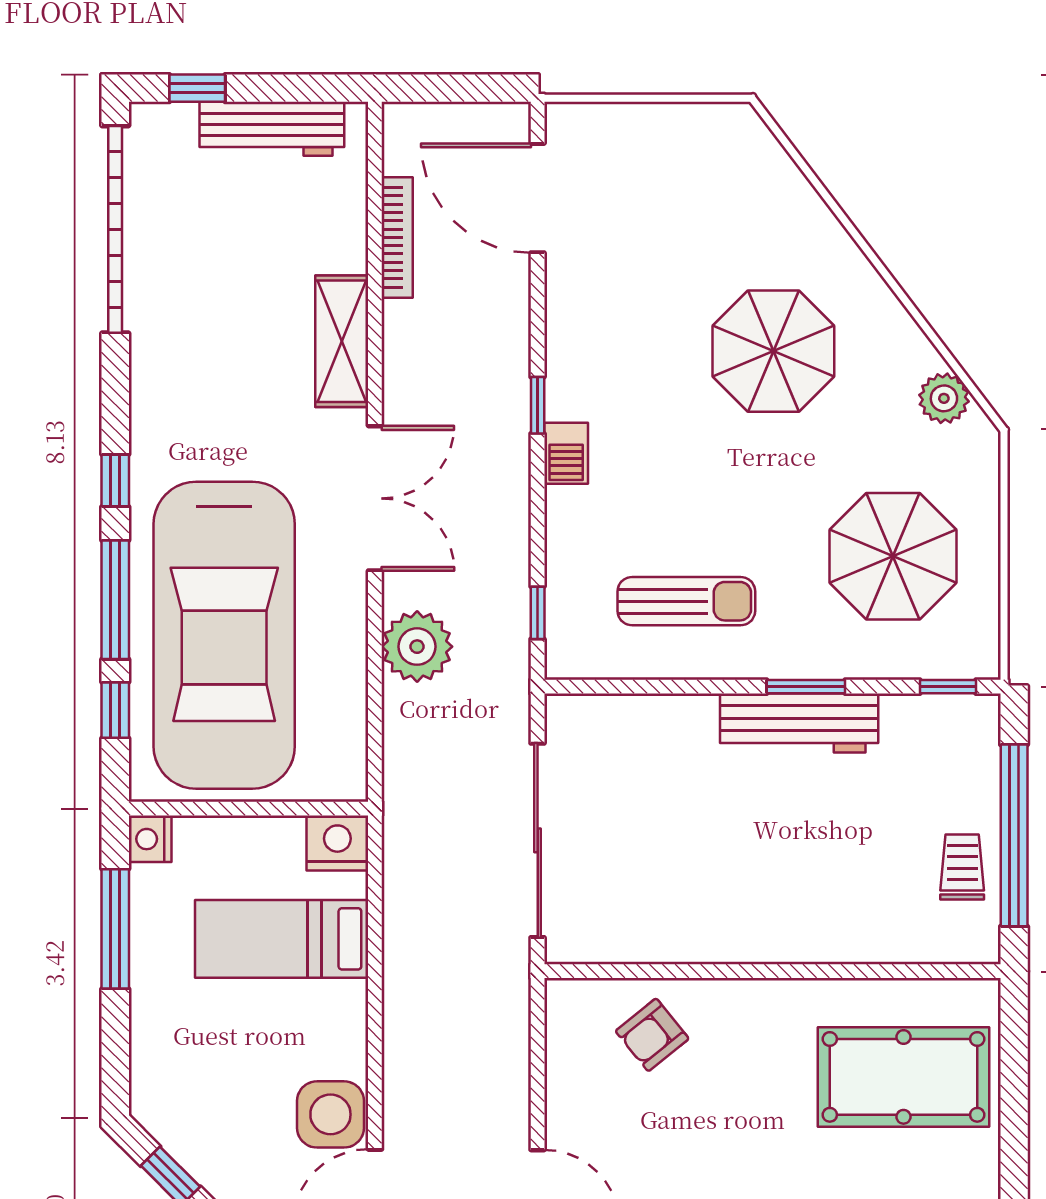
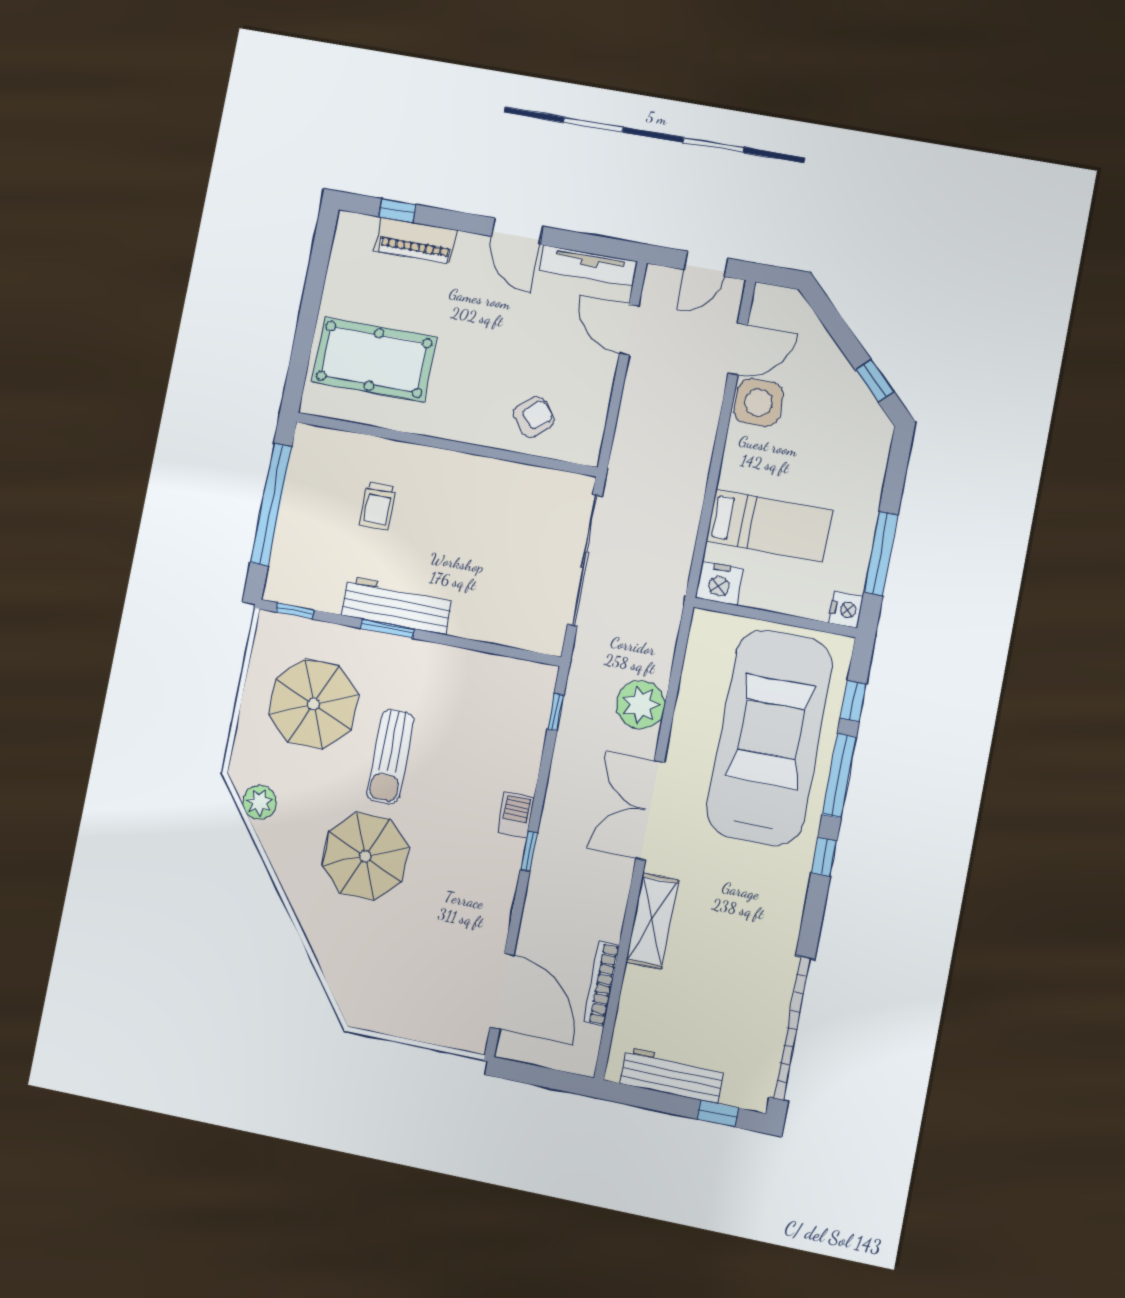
sun lounger: (686, 601) -> (390, 757), moved, turned -90
trolley: (962, 867) -> (378, 506), moved

